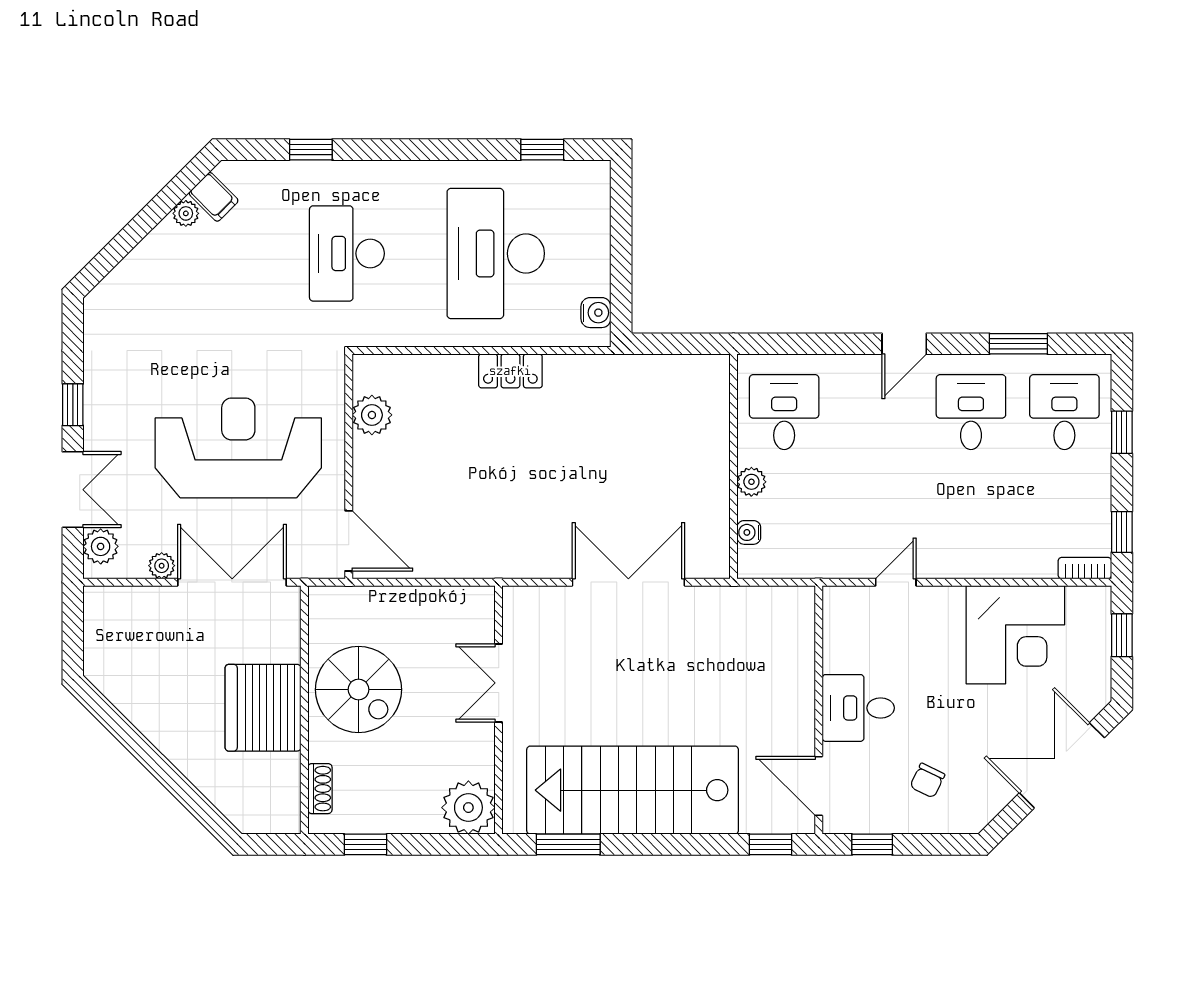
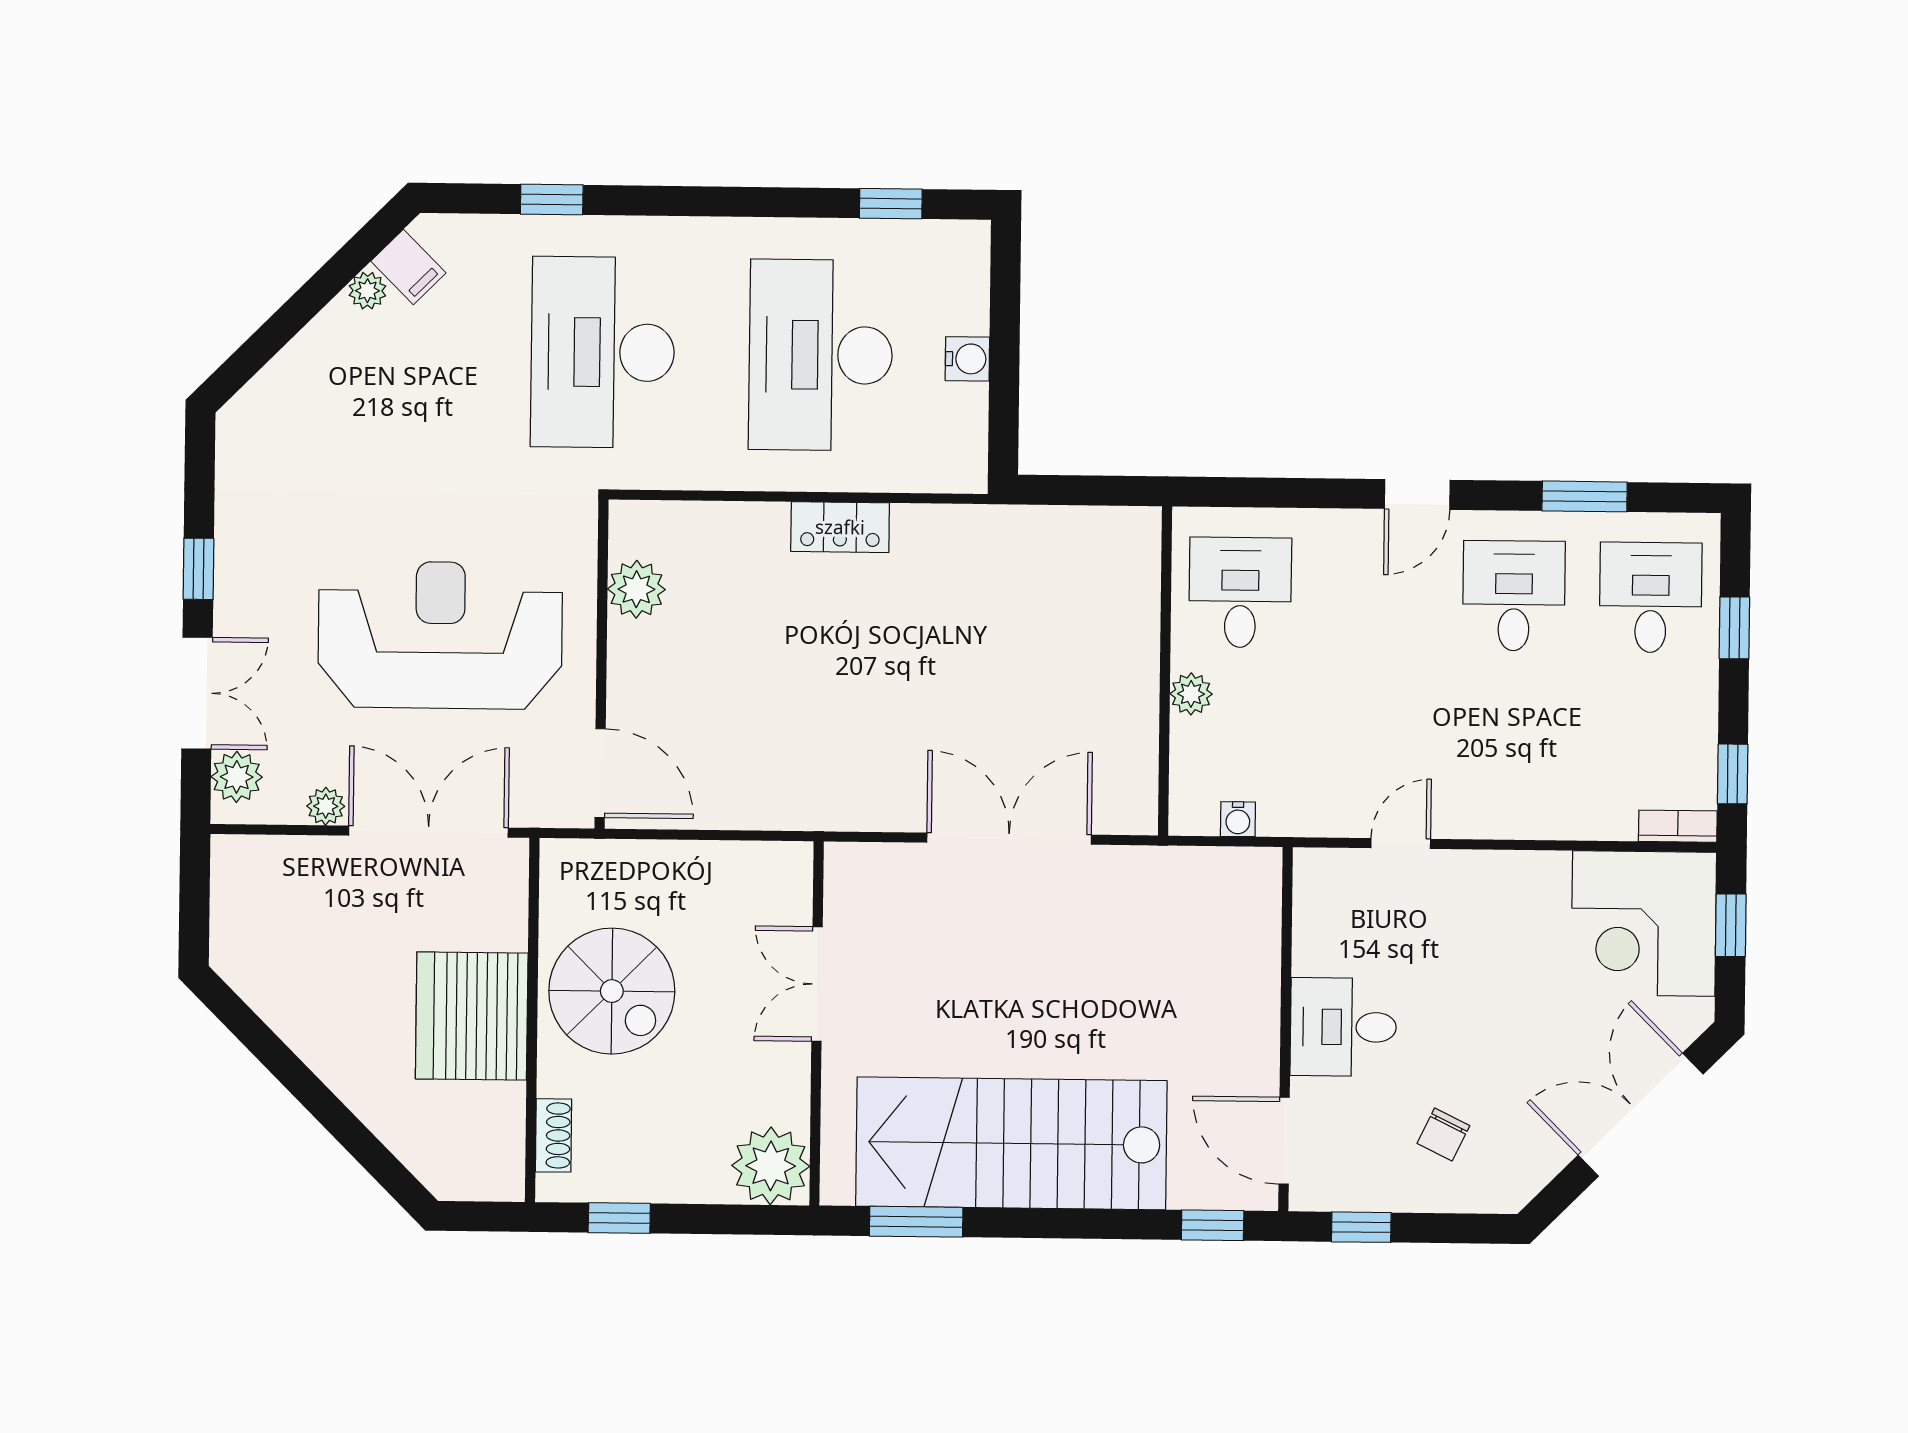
desk: (347, 253) -> (603, 352), width x1.36, depth x1.30
water cooler: (596, 313) -> (967, 359), moved
water cooler: (749, 532) -> (1238, 819), moved, turned -90
corner desk: (1015, 635) -> (1644, 923), moved, turned 90

